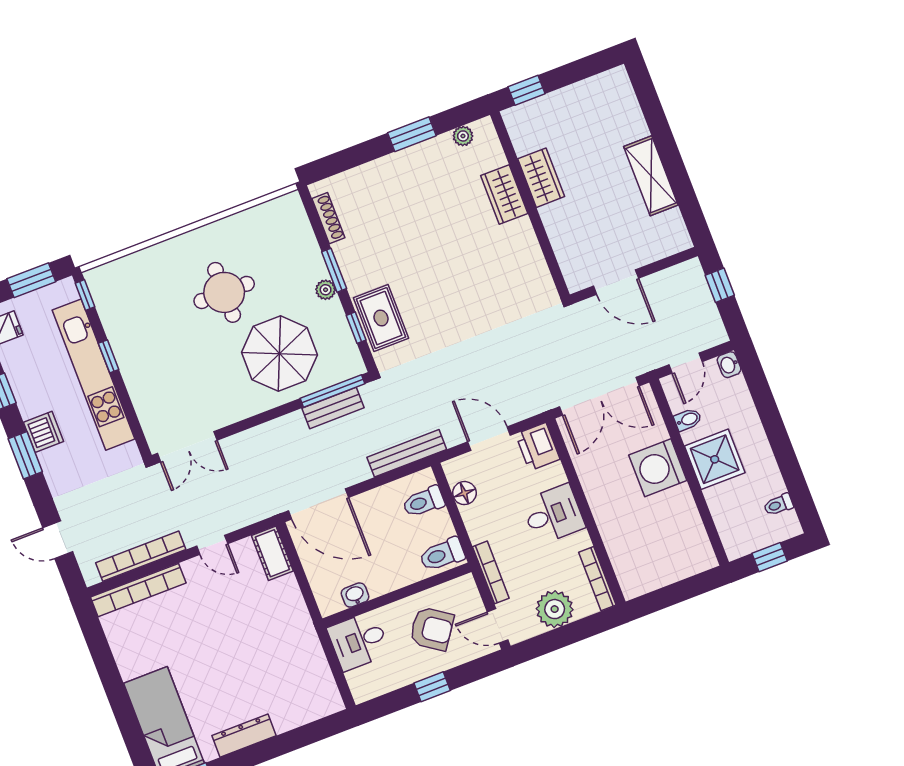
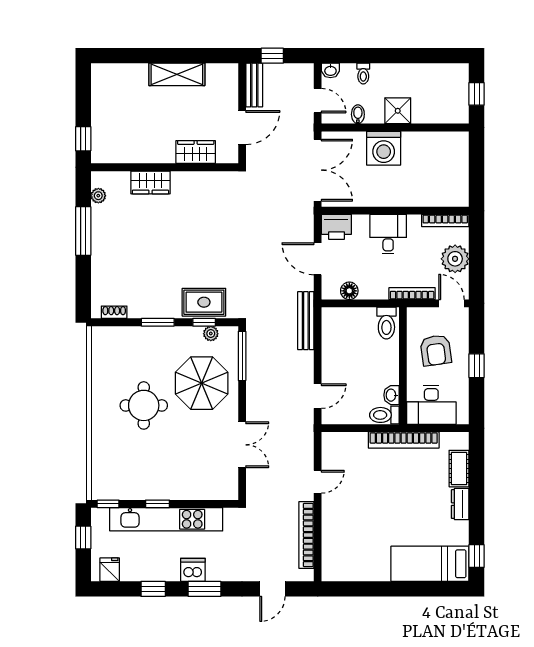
window: (412, 134) -> (83, 231), width x1.44
wardrobe: (541, 178) -> (196, 152), moved
shoe rack: (328, 218) -> (114, 312), width x0.70
window: (31, 280) -> (83, 538), width x0.67
plant: (326, 290) -> (211, 334), moved
bench: (333, 408) -> (254, 85), moved
door: (489, 439) -> (318, 259), hinge flipped
double door: (187, 447) -> (242, 445), moved
shower: (715, 459) -> (398, 111), width x0.73, depth x0.73
toilet: (424, 502) -> (384, 415), moved, turned 90
door: (318, 504) -> (318, 396), width x0.53
toilet: (778, 505) -> (363, 74), moved
cot: (272, 553) -> (459, 469), moved, turned 90
bookcase: (138, 590) -> (404, 440), moved, turned 90
door: (498, 626) -> (451, 303), swing flipped
armchair: (432, 629) -> (436, 350), turned 137
desk: (359, 641) -> (431, 405), width x1.37
dresser: (244, 736) -> (460, 504), width x0.70

